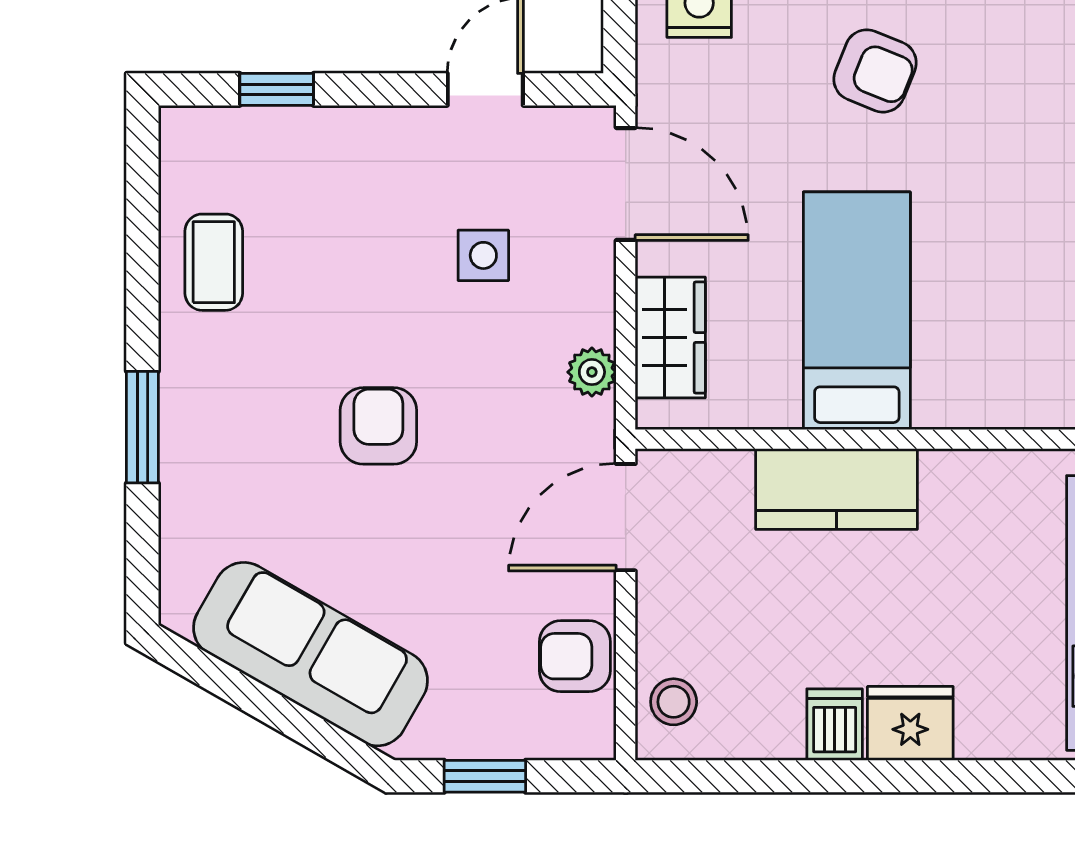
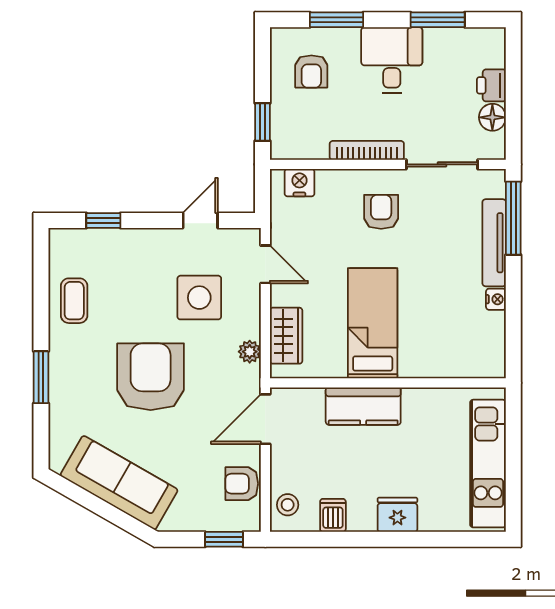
armchair: (875, 71) -> (381, 212), turned -112
door: (626, 184) -> (265, 264), width x0.73
side table: (483, 255) -> (199, 298), width x1.87, depth x1.87
armchair: (378, 426) -> (151, 377), width x1.88, depth x1.88
dishwasher: (835, 725) -> (333, 515), moved
window: (485, 776) -> (224, 539), moved

